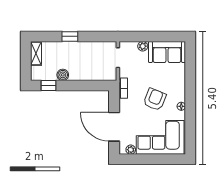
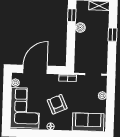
sofa: (167, 52) -> (88, 122), moved, turned 90
armchair: (155, 99) -> (57, 104), turned -136

